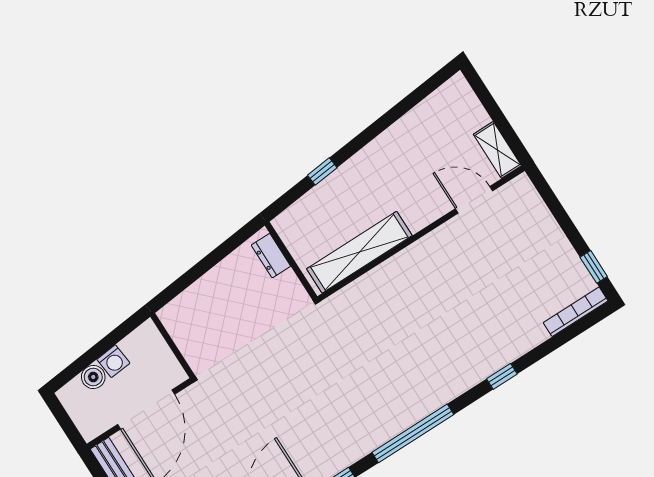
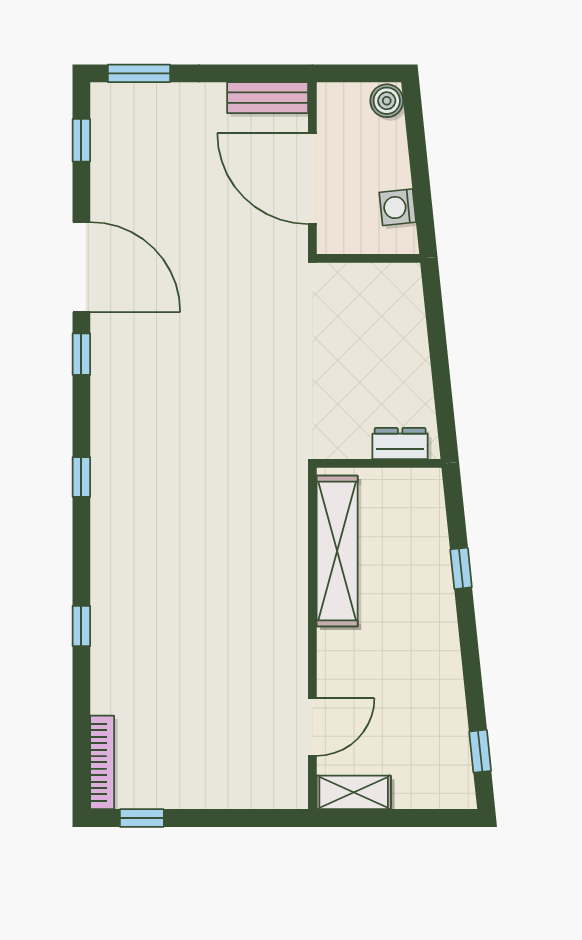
window: (424, 90) -> (480, 751), added
washing machine: (113, 361) -> (398, 207), moved
boiler: (93, 377) -> (387, 101), moved
window: (413, 433) -> (81, 477), width x0.32

